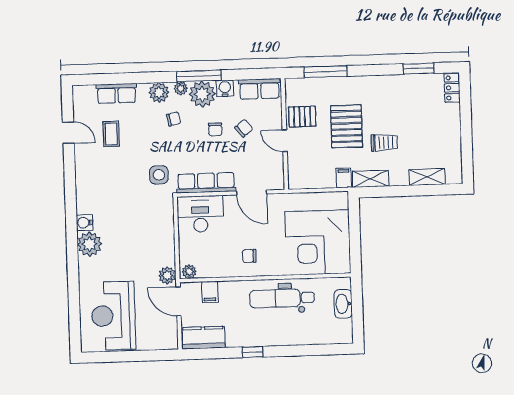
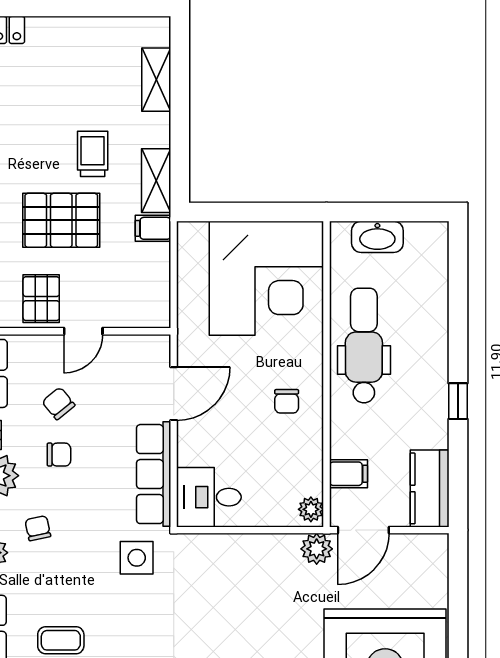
desk: (200, 214) -> (209, 497), width x0.73
dental chair: (282, 298) -> (364, 346), turned 180

